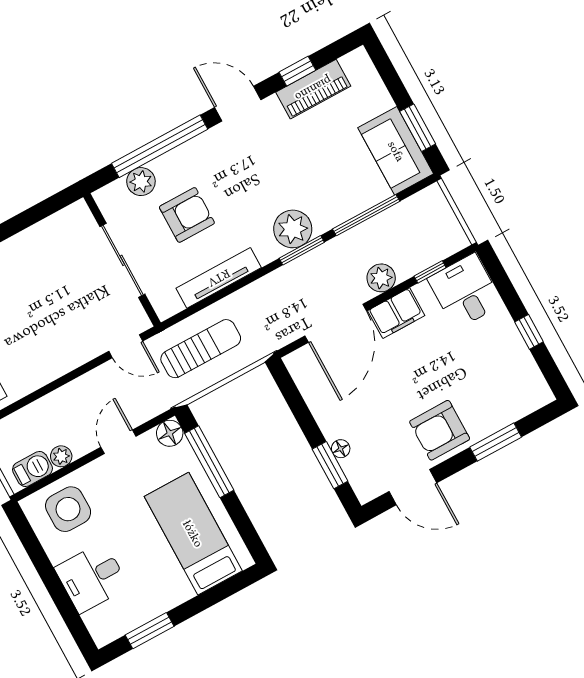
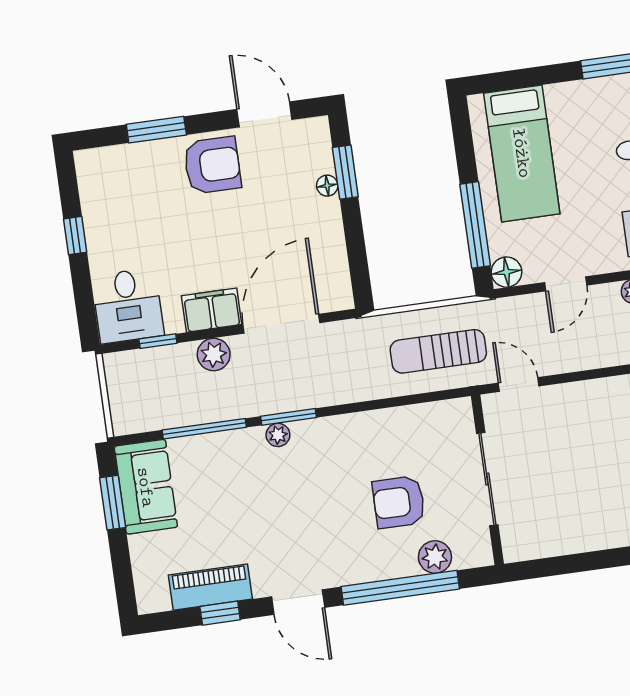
plant: (293, 229) -> (278, 435), width x0.53, depth x0.53
tv unit: (219, 278) -> (390, 421), removed

